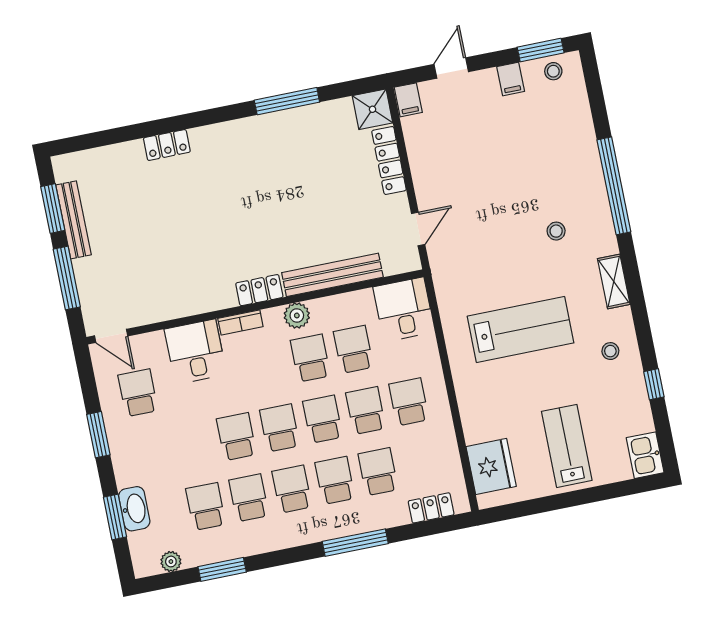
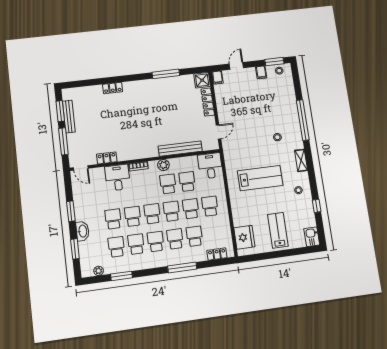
locker: (259, 290) -> (107, 158), moved
school desk: (138, 393) -> (113, 219), moved
washbasin: (134, 509) -> (82, 231), moved

